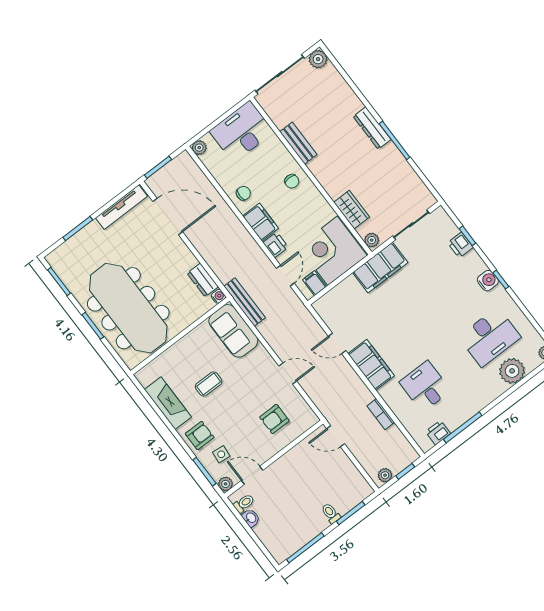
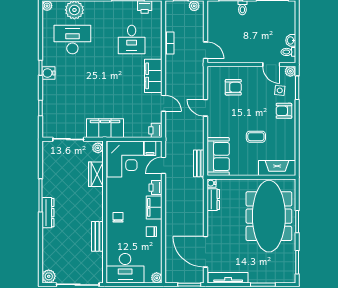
printer: (460, 245) -> (155, 130), moved, turned 180
bench: (245, 302) -> (199, 163), width x0.73
fireplace: (168, 403) -> (277, 168), moved, turned 90

